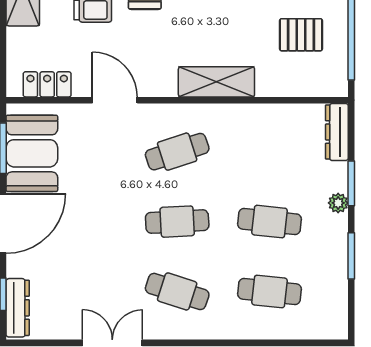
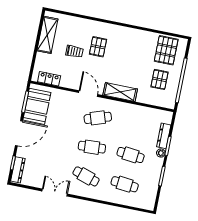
pallet: (301, 35) -> (159, 79), turned 90
door: (115, 100) -> (88, 94), moved
dresser: (337, 132) -> (164, 136), moved

